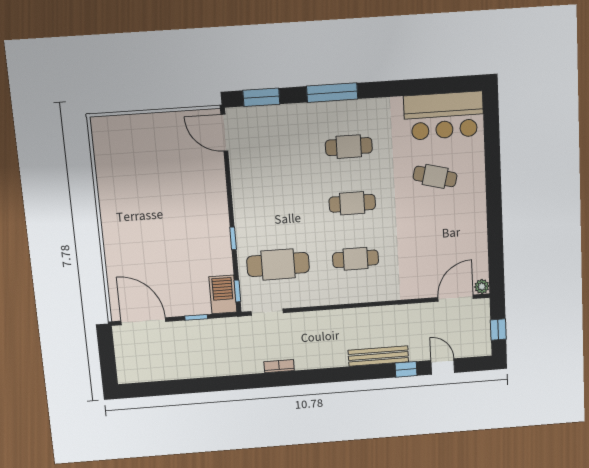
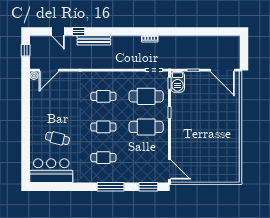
cafe table: (274, 209) -> (146, 127), added

